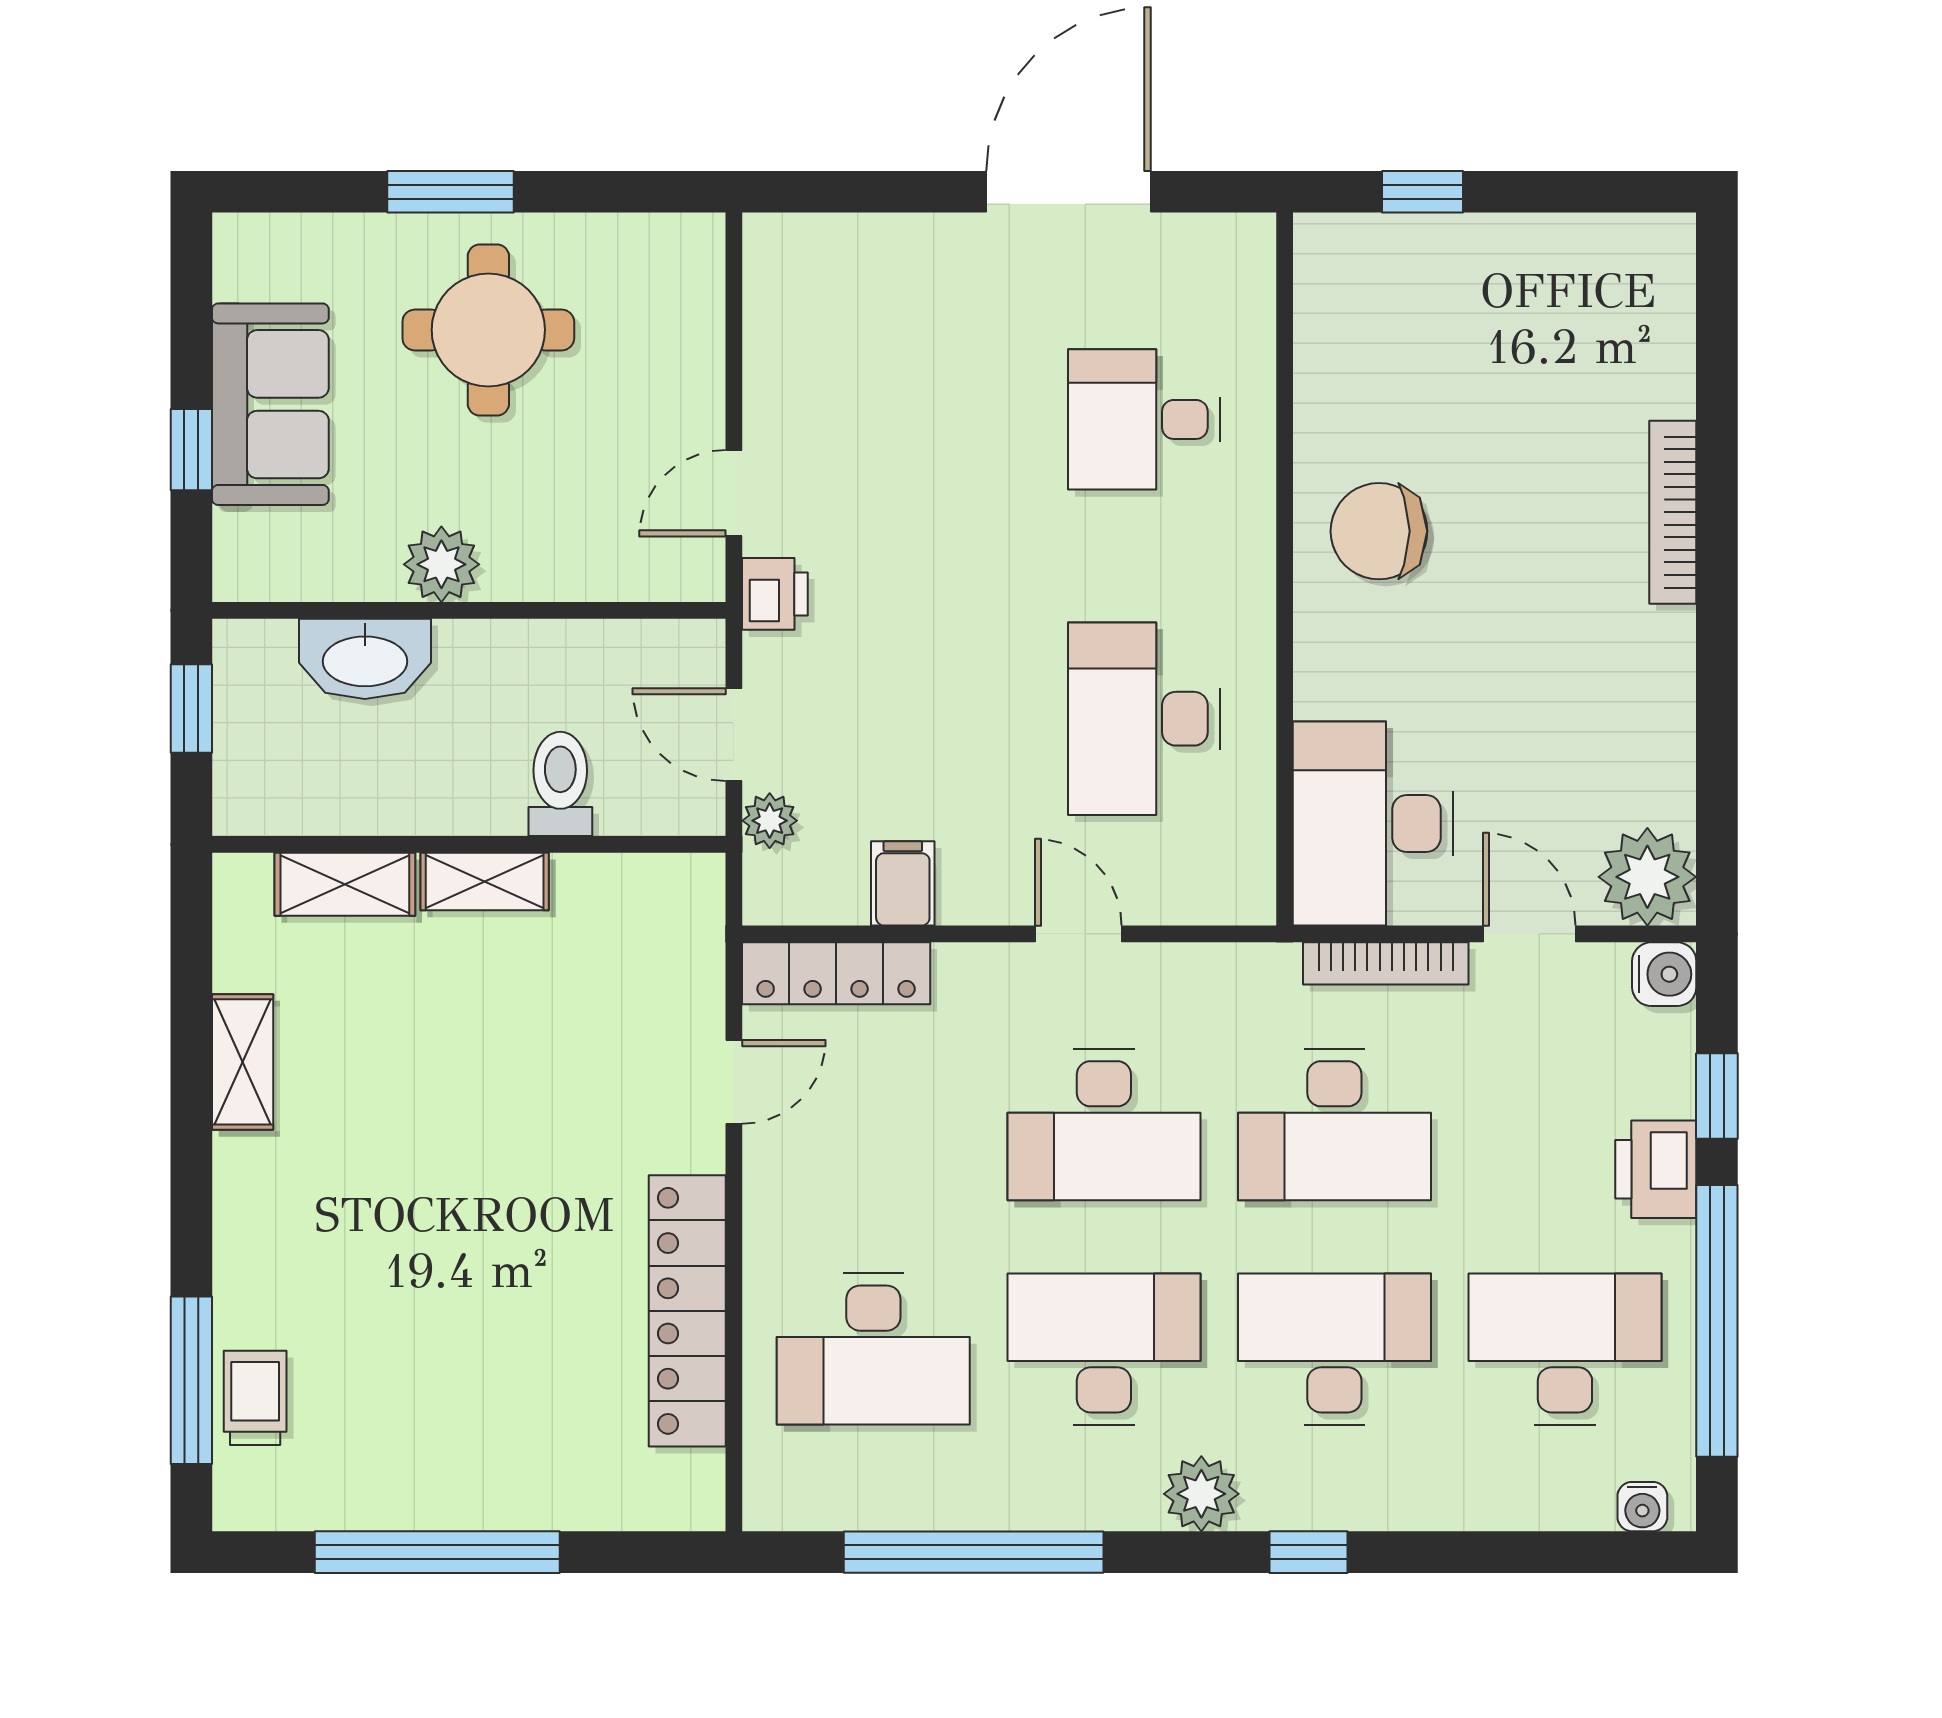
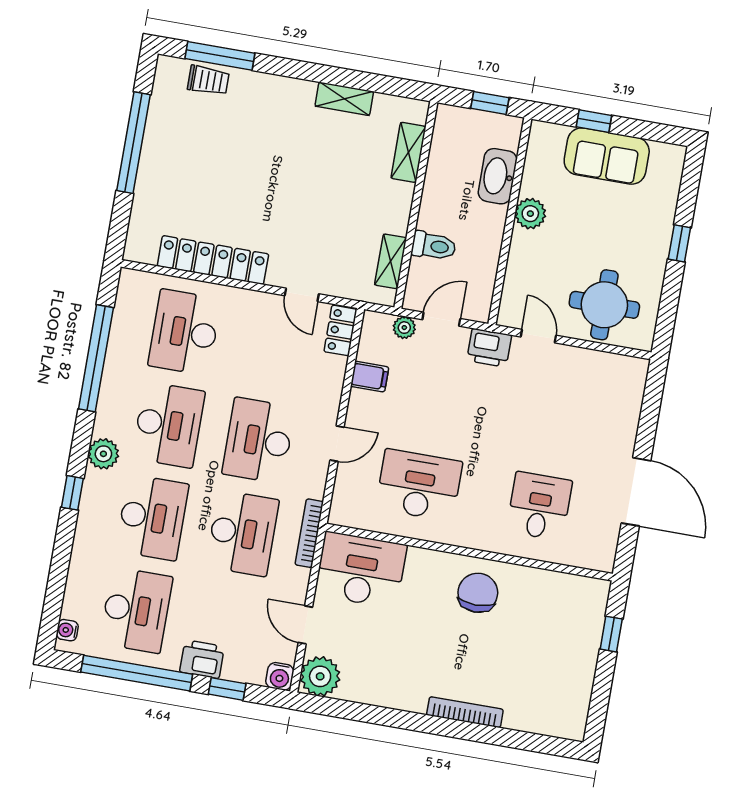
window: (451, 192) -> (679, 243), width x0.67
round table: (488, 330) -> (604, 305), moved
printer: (775, 594) -> (489, 348), width x1.36, depth x1.24
shelving: (485, 882) -> (391, 261), moved
door: (1529, 934) -> (305, 625), swing flipped
bookcase: (1386, 963) -> (309, 533), moved
locker: (836, 973) -> (341, 330), width x0.66
desk: (1334, 1125) -> (242, 533), turned 180

